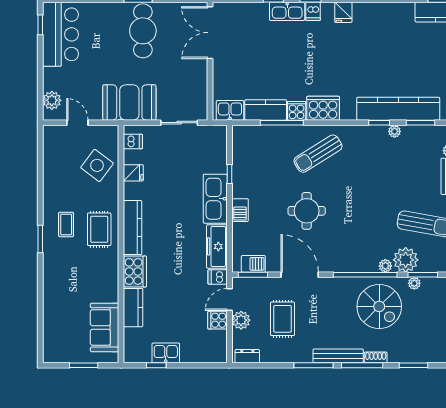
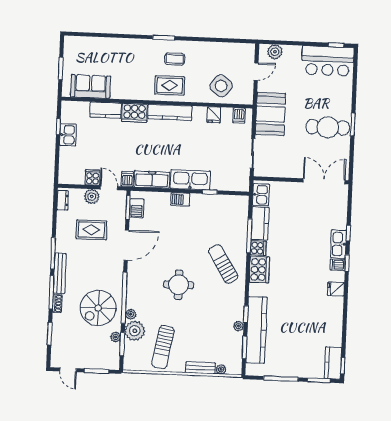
round table: (307, 211) -> (179, 285), moved

